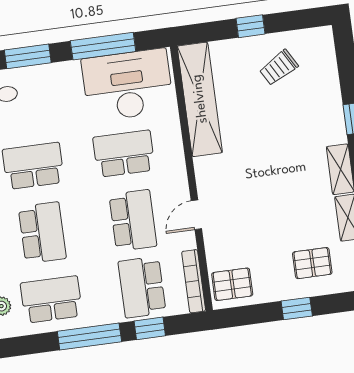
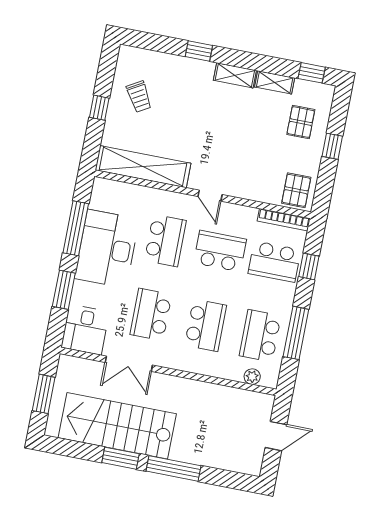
desk: (128, 85) -> (107, 249), moved
school desk: (124, 154) -> (165, 240), turned 180
door: (196, 215) -> (210, 196), moved
school desk: (42, 233) -> (206, 325), turned 90
window: (89, 337) -> (296, 333), moved

